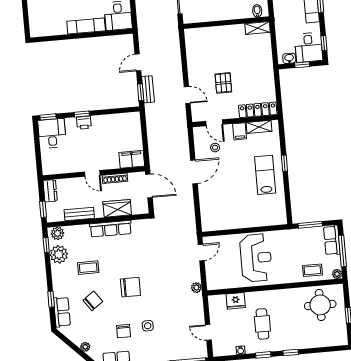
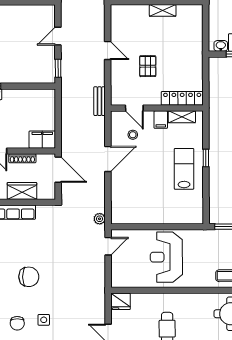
shelving: (258, 28) -> (163, 10), moved
bench: (148, 89) -> (99, 101), moved
door: (187, 95) -> (108, 51), moved
reception desk: (256, 258) -> (166, 257), turned 180
plant: (196, 288) -> (100, 219), moved
fridge: (236, 301) -> (121, 301), moved

